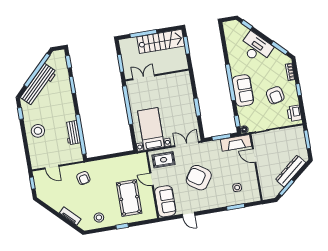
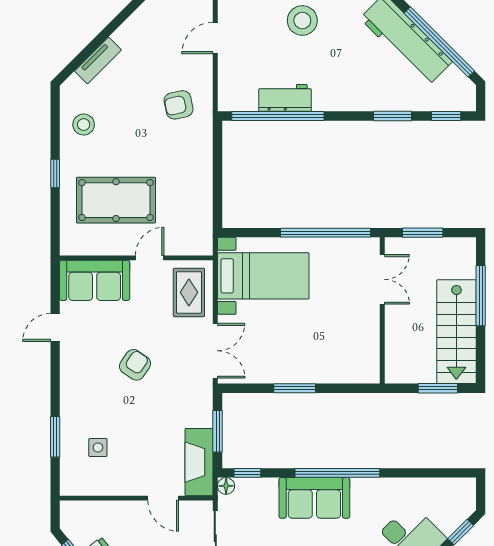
door: (254, 156) -> (163, 498), swing flipped
armchair: (199, 178) -> (135, 365), width x0.53, depth x0.53

